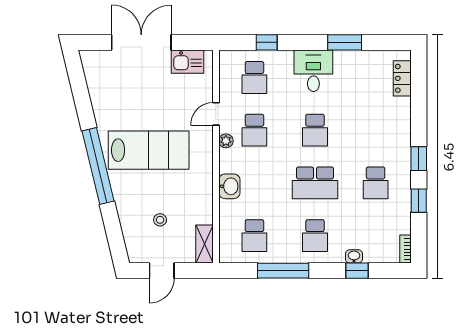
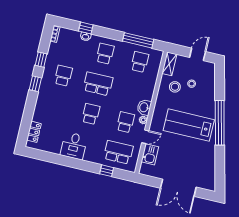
window: (345, 42) -> (62, 160), removed
kitchen sink: (187, 62) -> (150, 154), moved, turned 90
desk: (313, 71) -> (74, 146), moved
school desk: (254, 78) -> (118, 152), width x1.85
washbasin: (229, 186) -> (144, 107), moved
stool: (186, 208) -> (175, 87), added
window: (283, 271) -> (138, 40), moved

